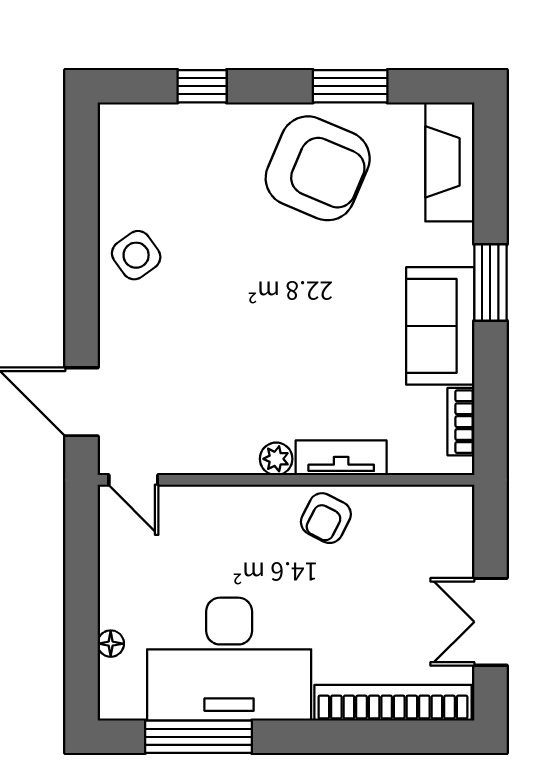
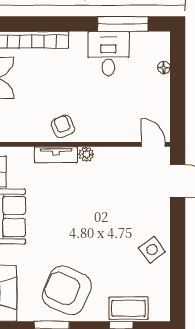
coffee table: (186, 130) -> (129, 308), added
armchair: (326, 518) -> (63, 126), turned -49
desk: (229, 659) -> (108, 54), width x0.53, depth x0.77

